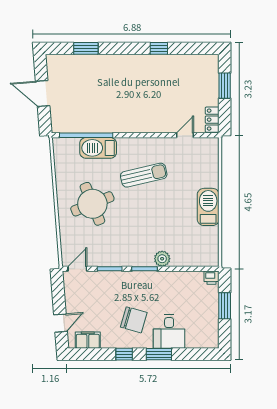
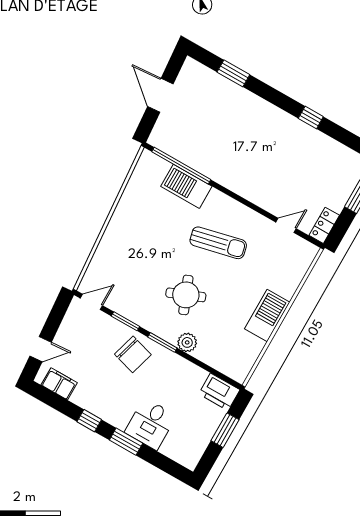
round table: (92, 204) -> (186, 295), moved, width x0.73, depth x0.73
printer: (212, 278) -> (219, 392), width x1.87, depth x1.48
chair: (134, 320) -> (133, 354), moved

